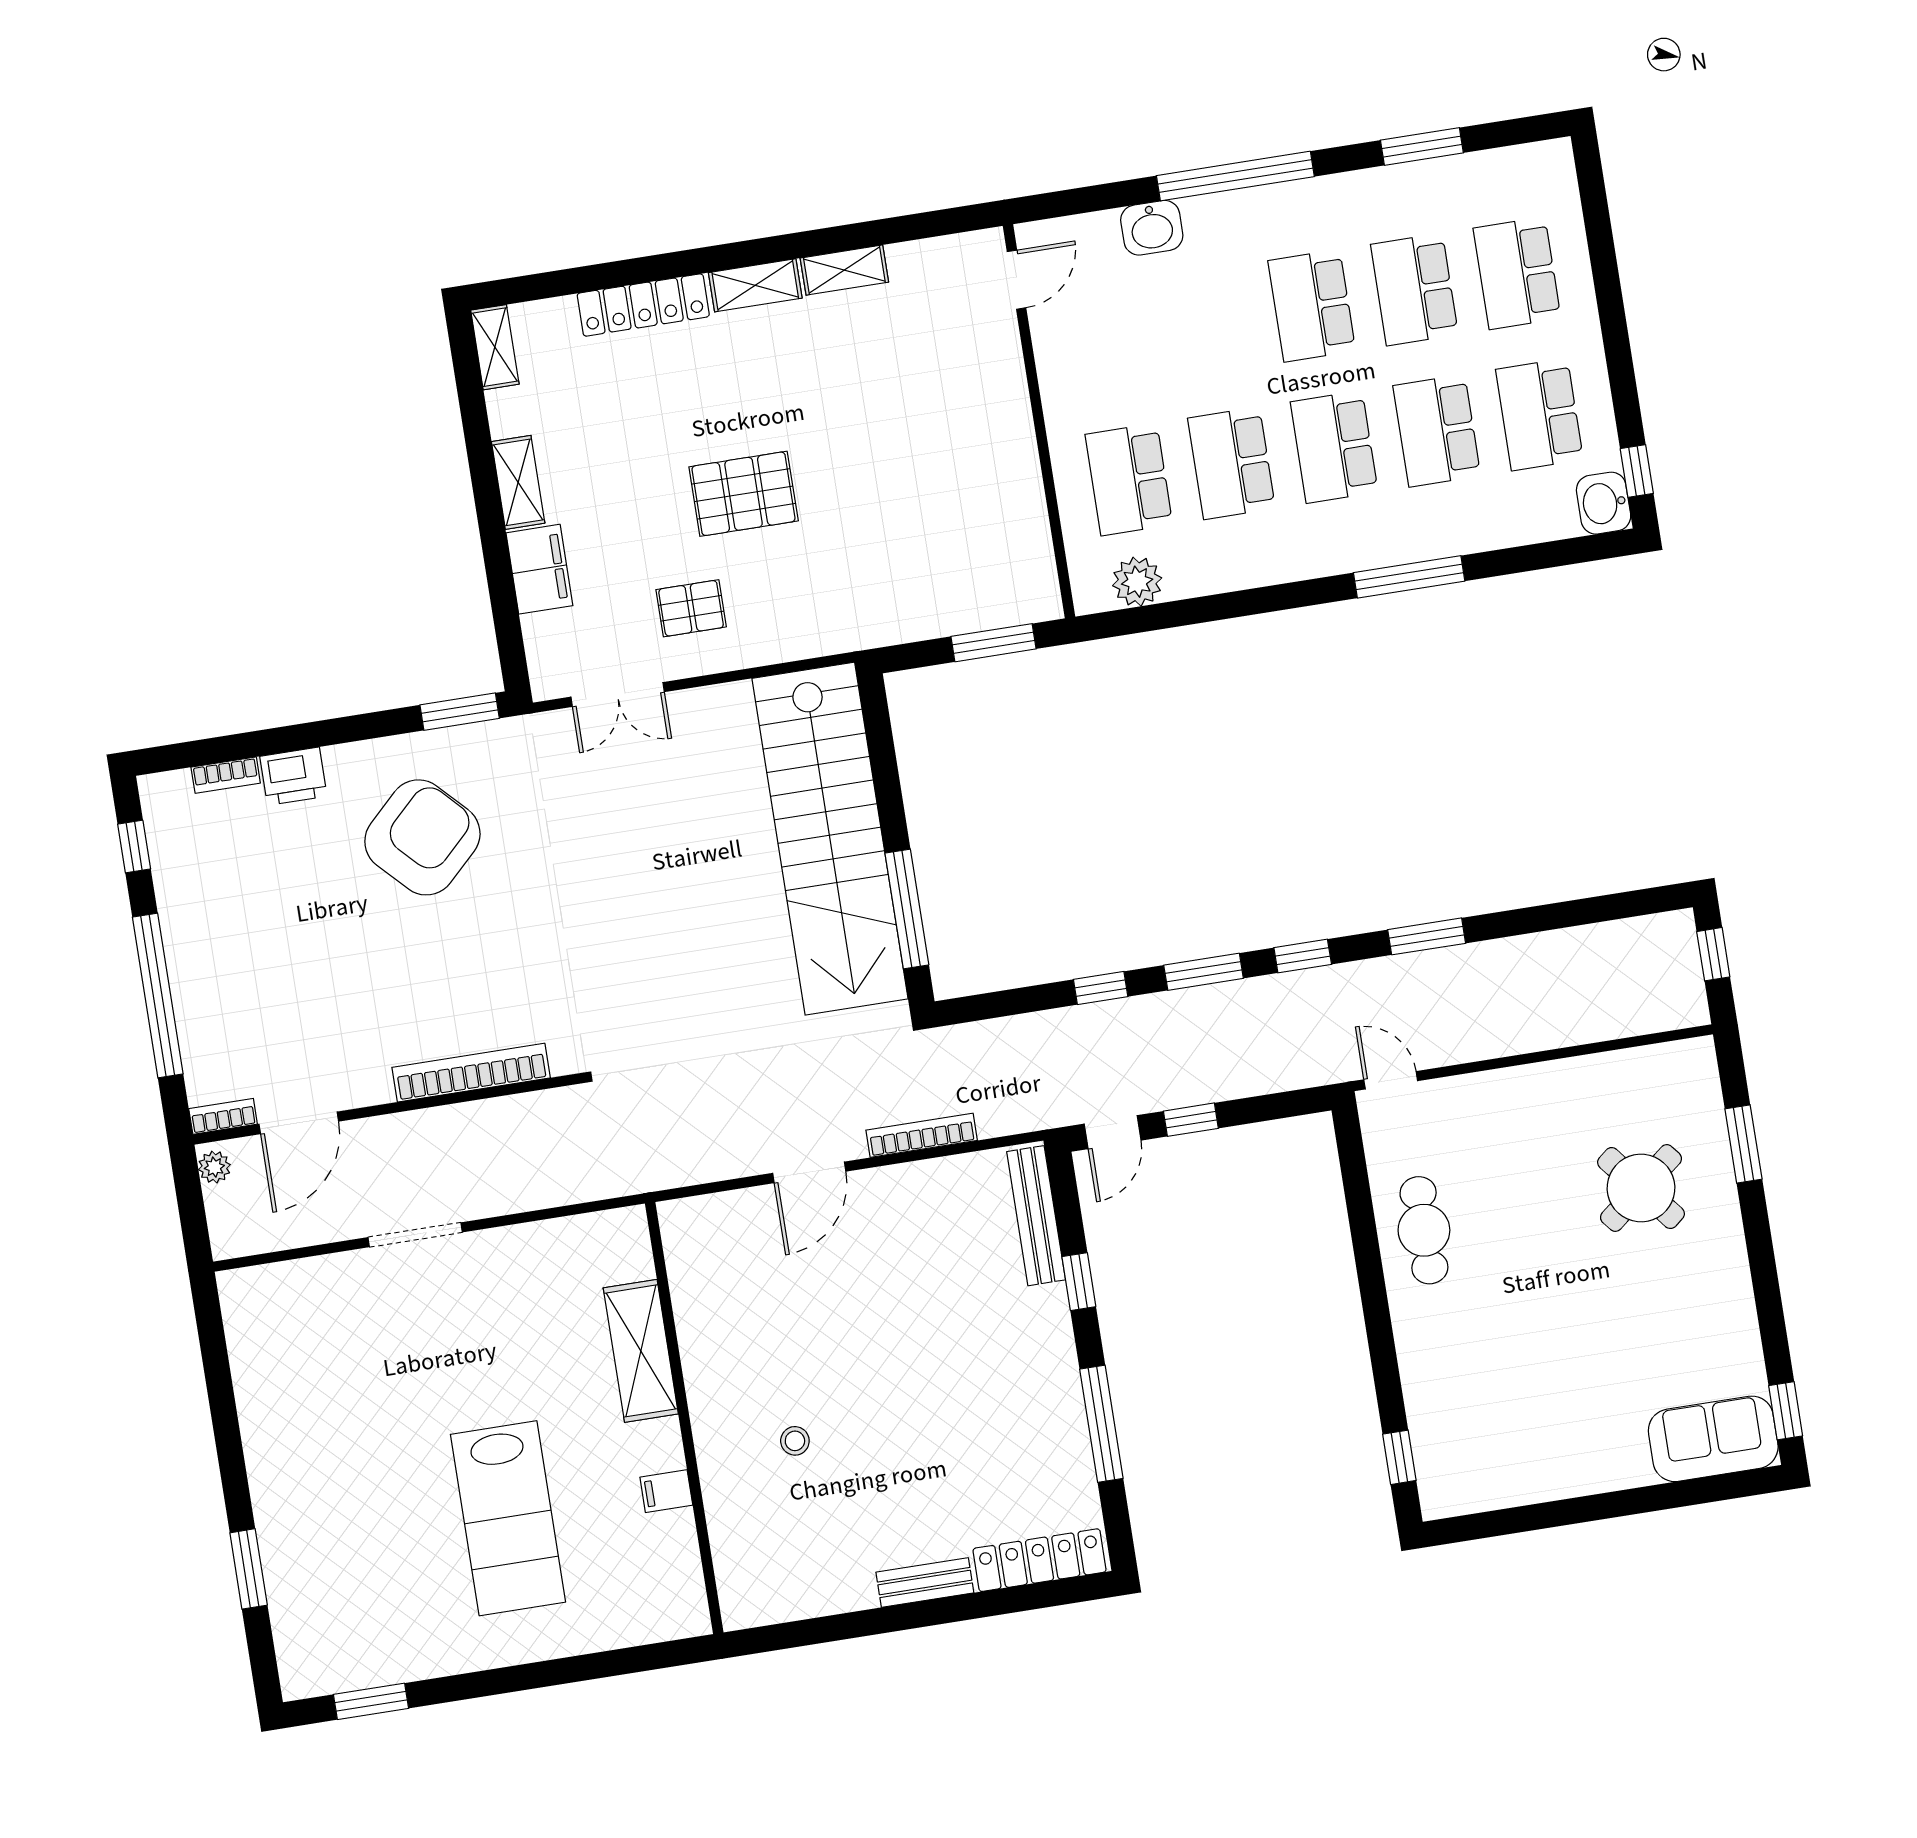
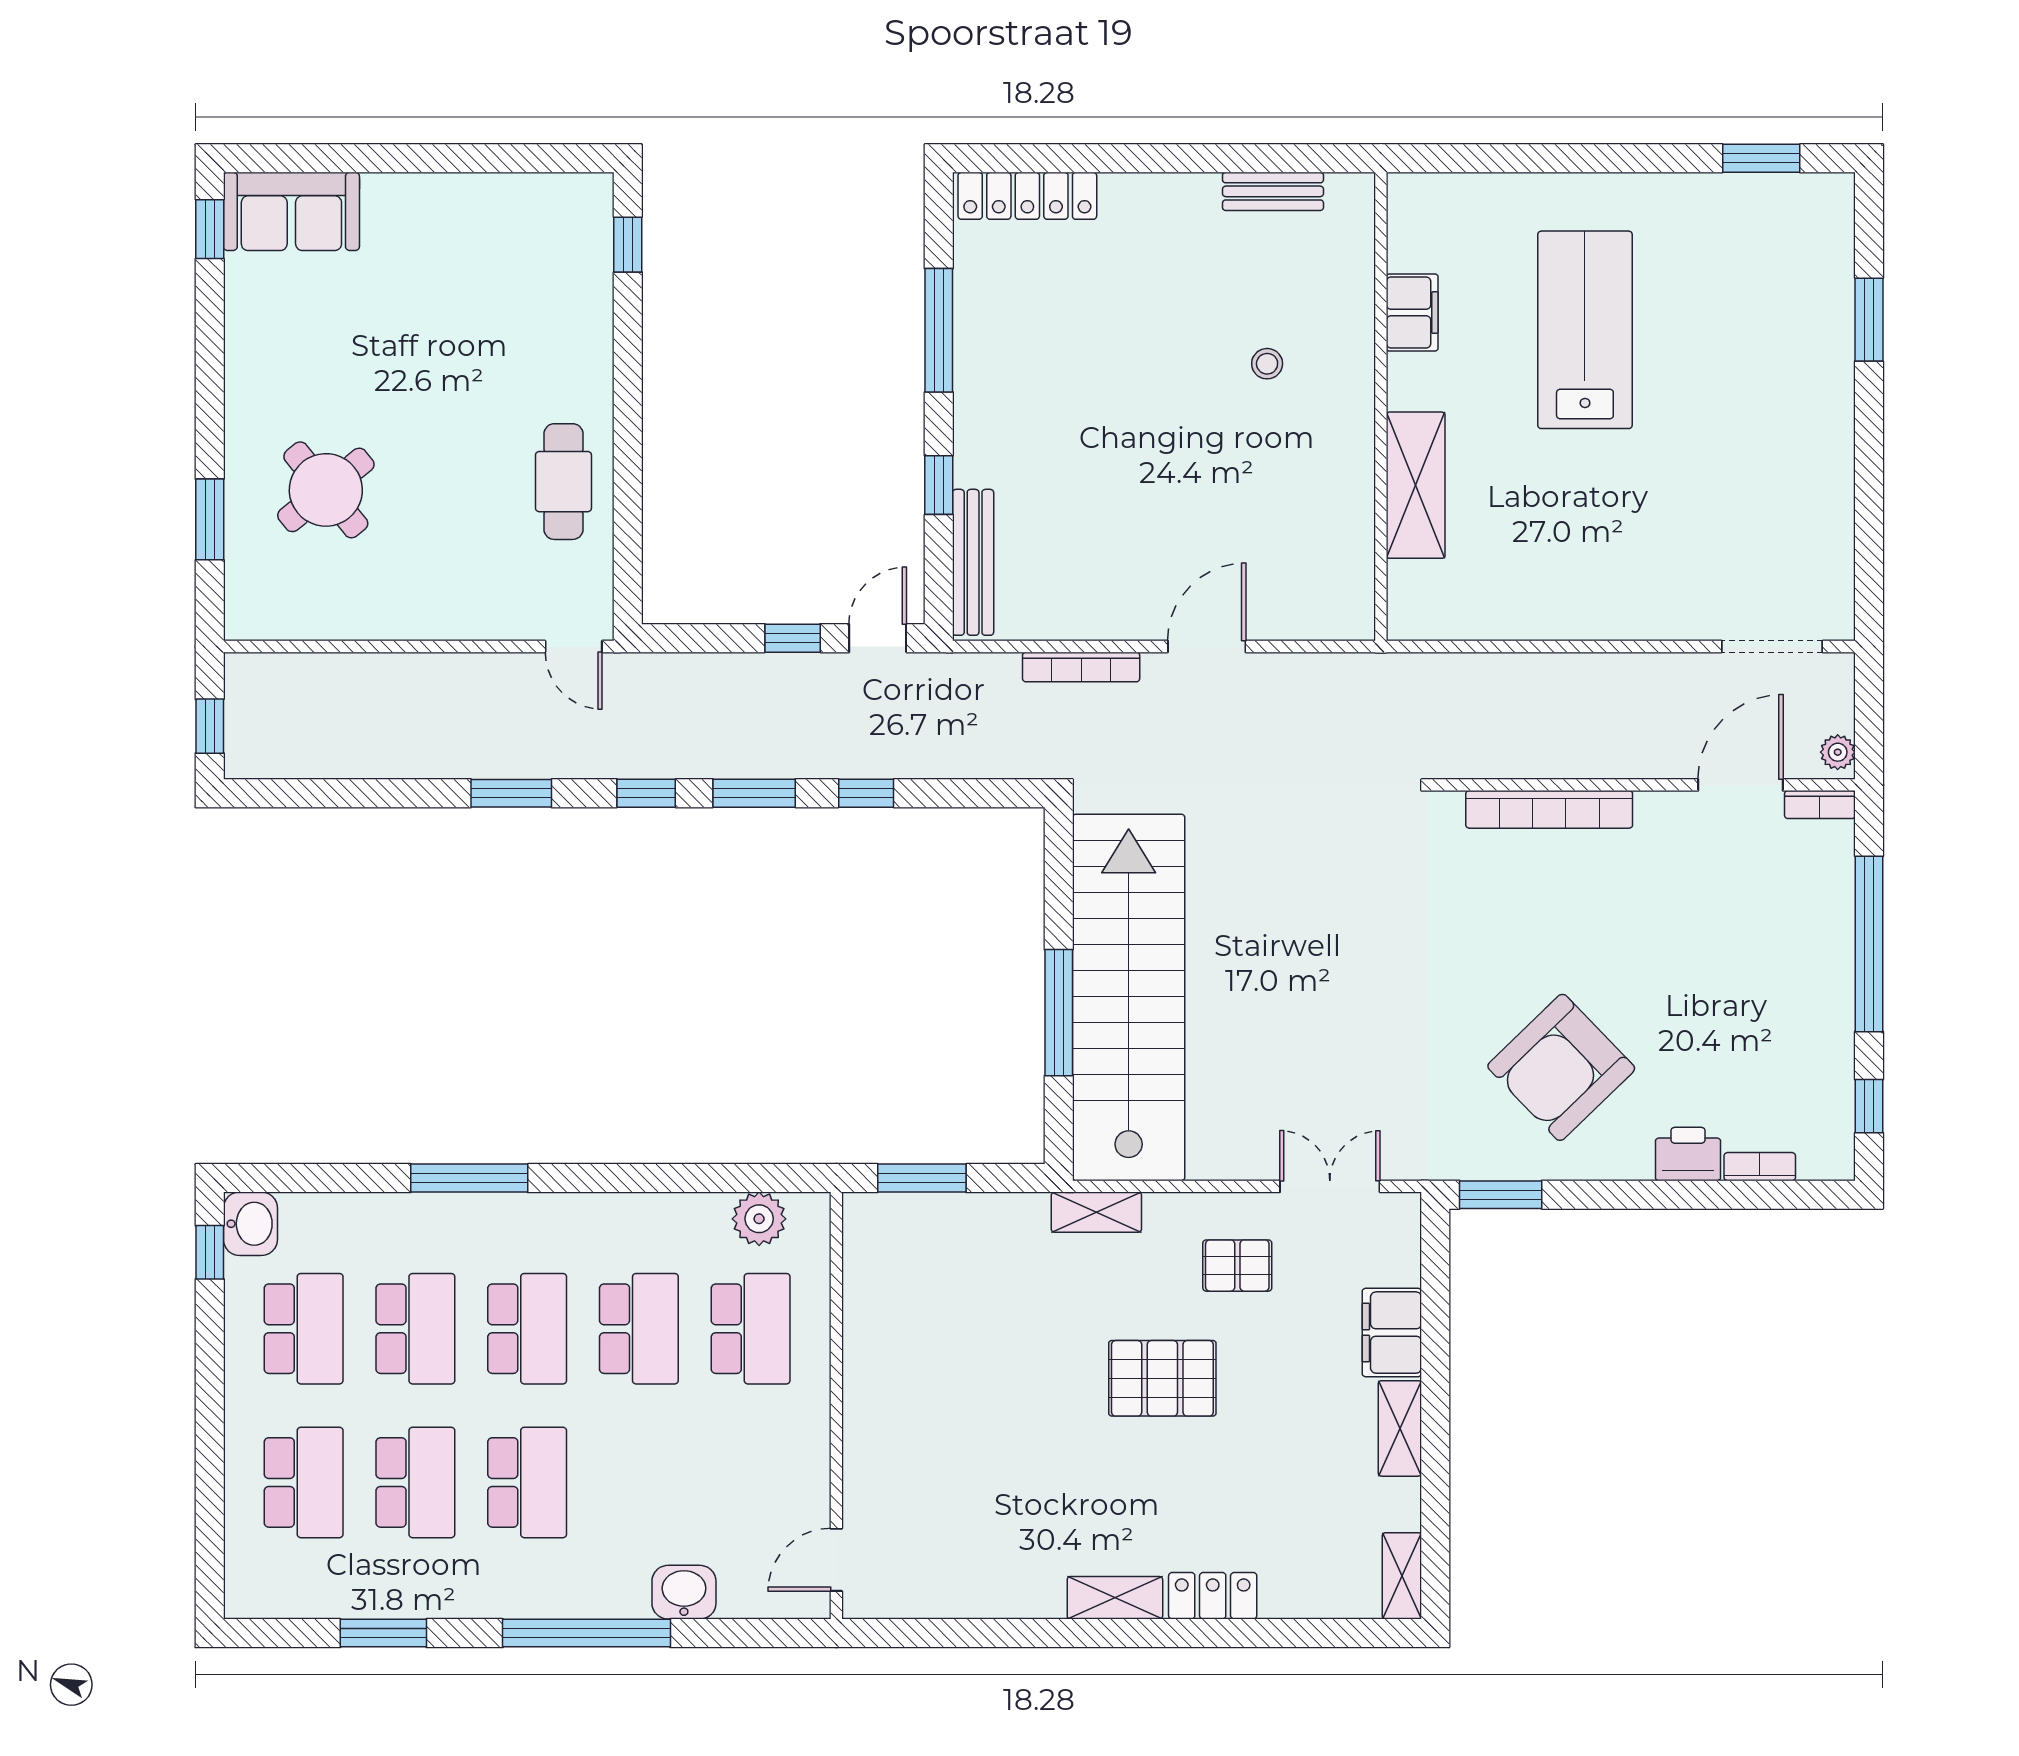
shelving: (844, 270) -> (1096, 1212), moved
locker: (643, 305) -> (1213, 1596), width x0.66
window: (907, 909) -> (1059, 1013), moved
doorway: (415, 1235) -> (1772, 647), moved
filing cabinet: (666, 1491) -> (1412, 313), width x2.00
bench: (925, 1582) -> (1273, 191), moved

